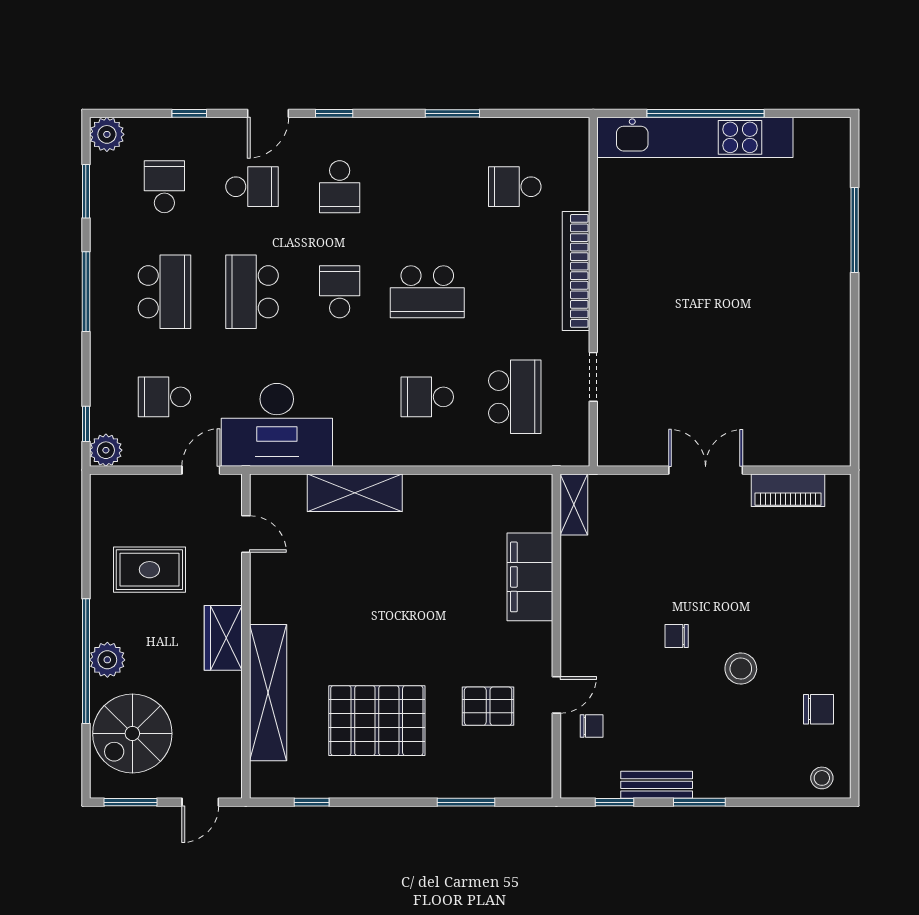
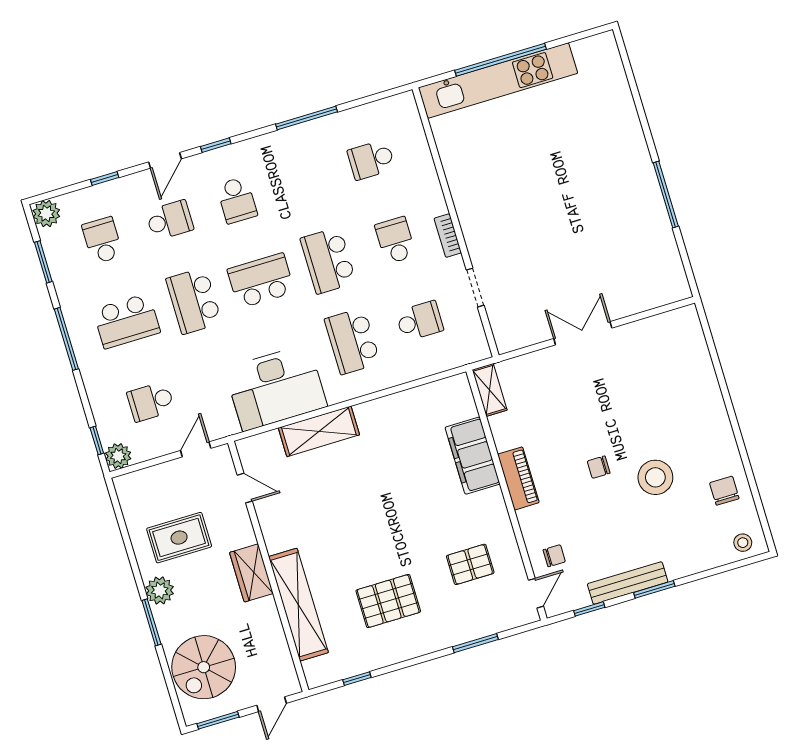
window: (452, 113) -> (306, 118), width x1.44
window: (855, 230) -> (666, 194), moved
bookcase: (576, 271) -> (448, 236), width x0.43, depth x0.76
school desk: (164, 292) -> (127, 321), turned 90
school desk: (340, 292) -> (261, 281), width x1.85
school desk: (427, 292) -> (328, 261), turned 90
school desk: (515, 292) -> (395, 240), added
school desk: (427, 397) -> (352, 341), width x1.85
school desk: (515, 397) -> (420, 321), width x0.54
desk: (277, 425) -> (276, 388), moved
piano: (788, 490) -> (518, 478), moved, turned -90
plant: (107, 660) -> (160, 590), moved
window: (86, 661) -> (151, 622), width x0.47
stool: (741, 669) -> (655, 477), width x1.38, depth x1.38
door: (556, 695) -> (536, 593), moved
chair: (818, 709) -> (724, 491), turned -90
pallet: (377, 721) -> (388, 601), width x0.73, depth x0.71
bench: (657, 785) -> (628, 583), width x1.36

